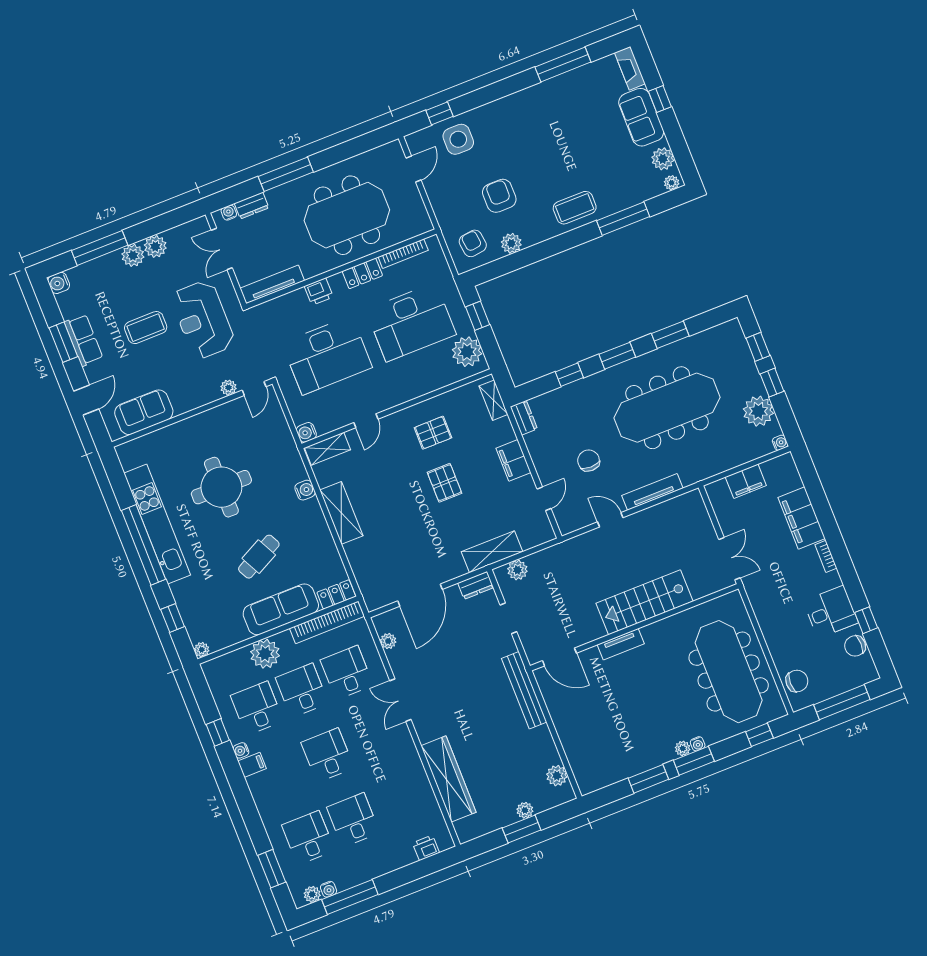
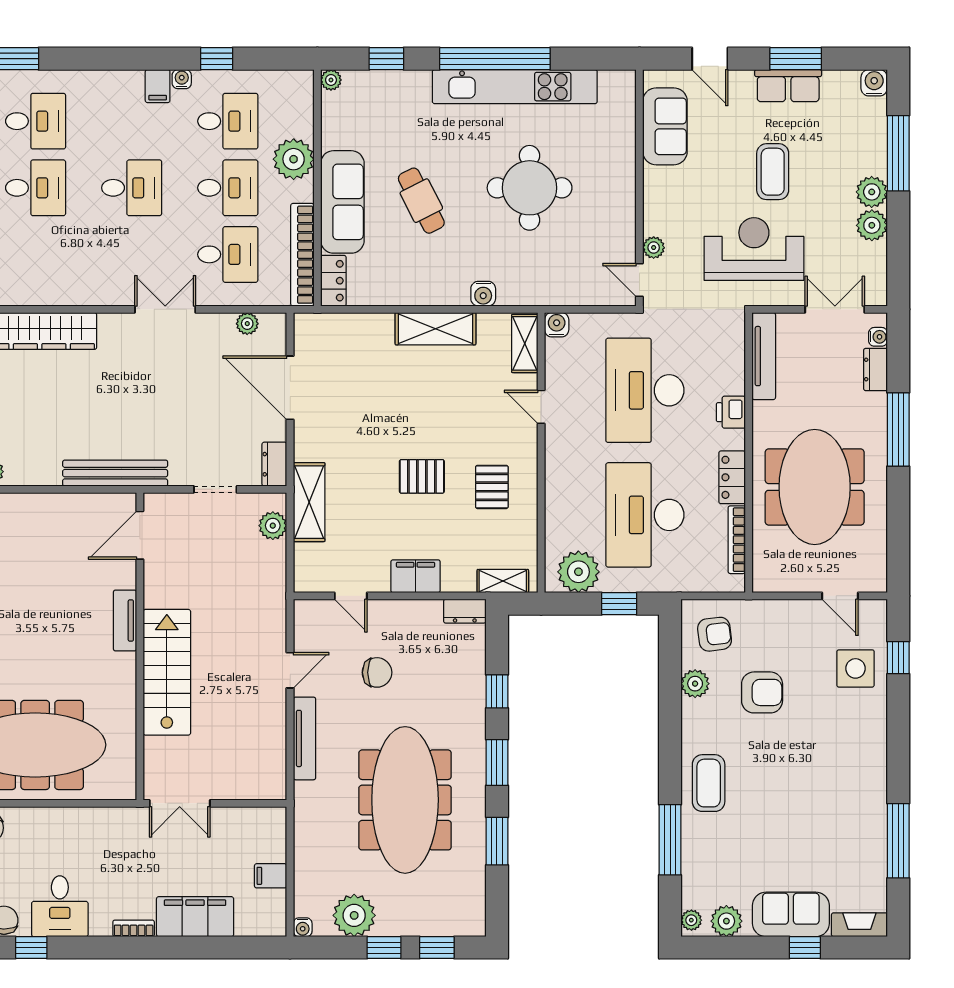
filing cabinet: (746, 481) -> (271, 876), width x0.50

